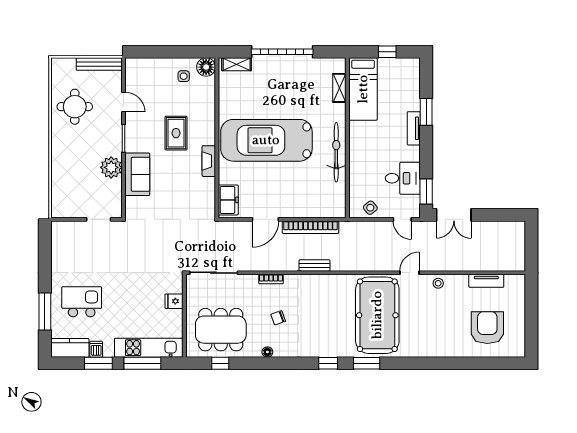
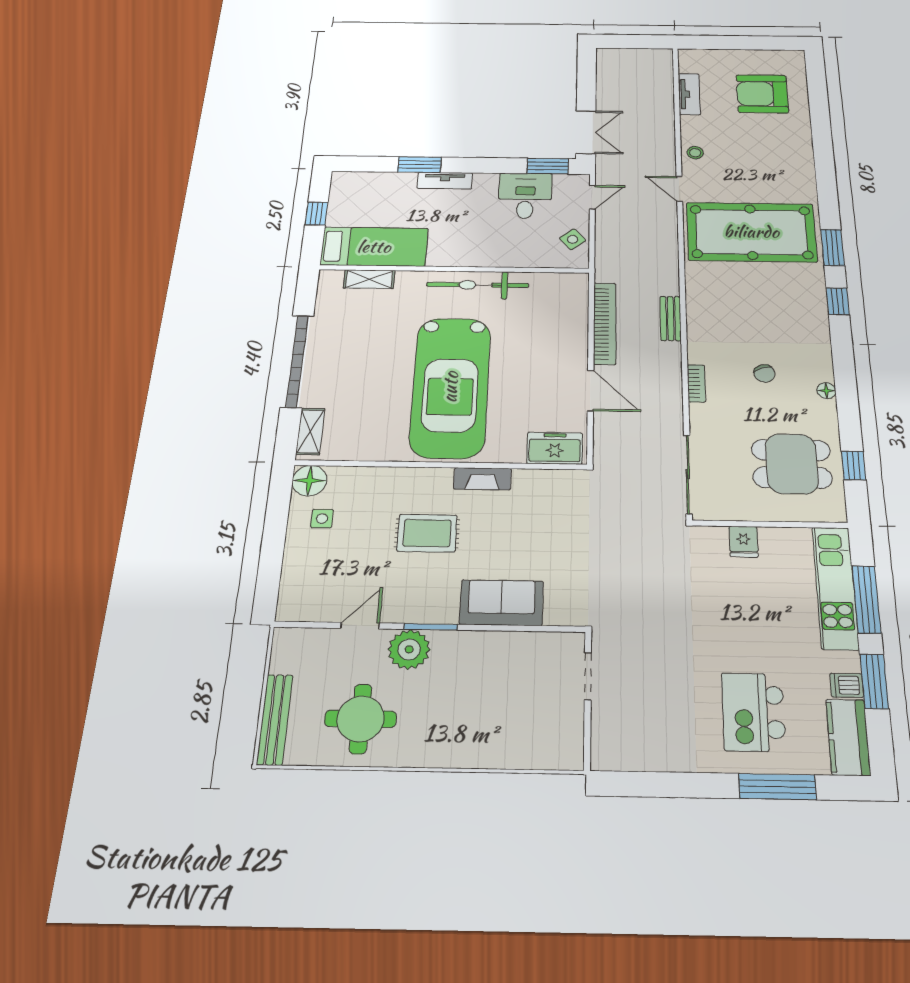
bench: (99, 64) -> (275, 719), moved
plant: (111, 167) -> (409, 649), moved
dining table: (221, 330) -> (792, 464), width x0.73

